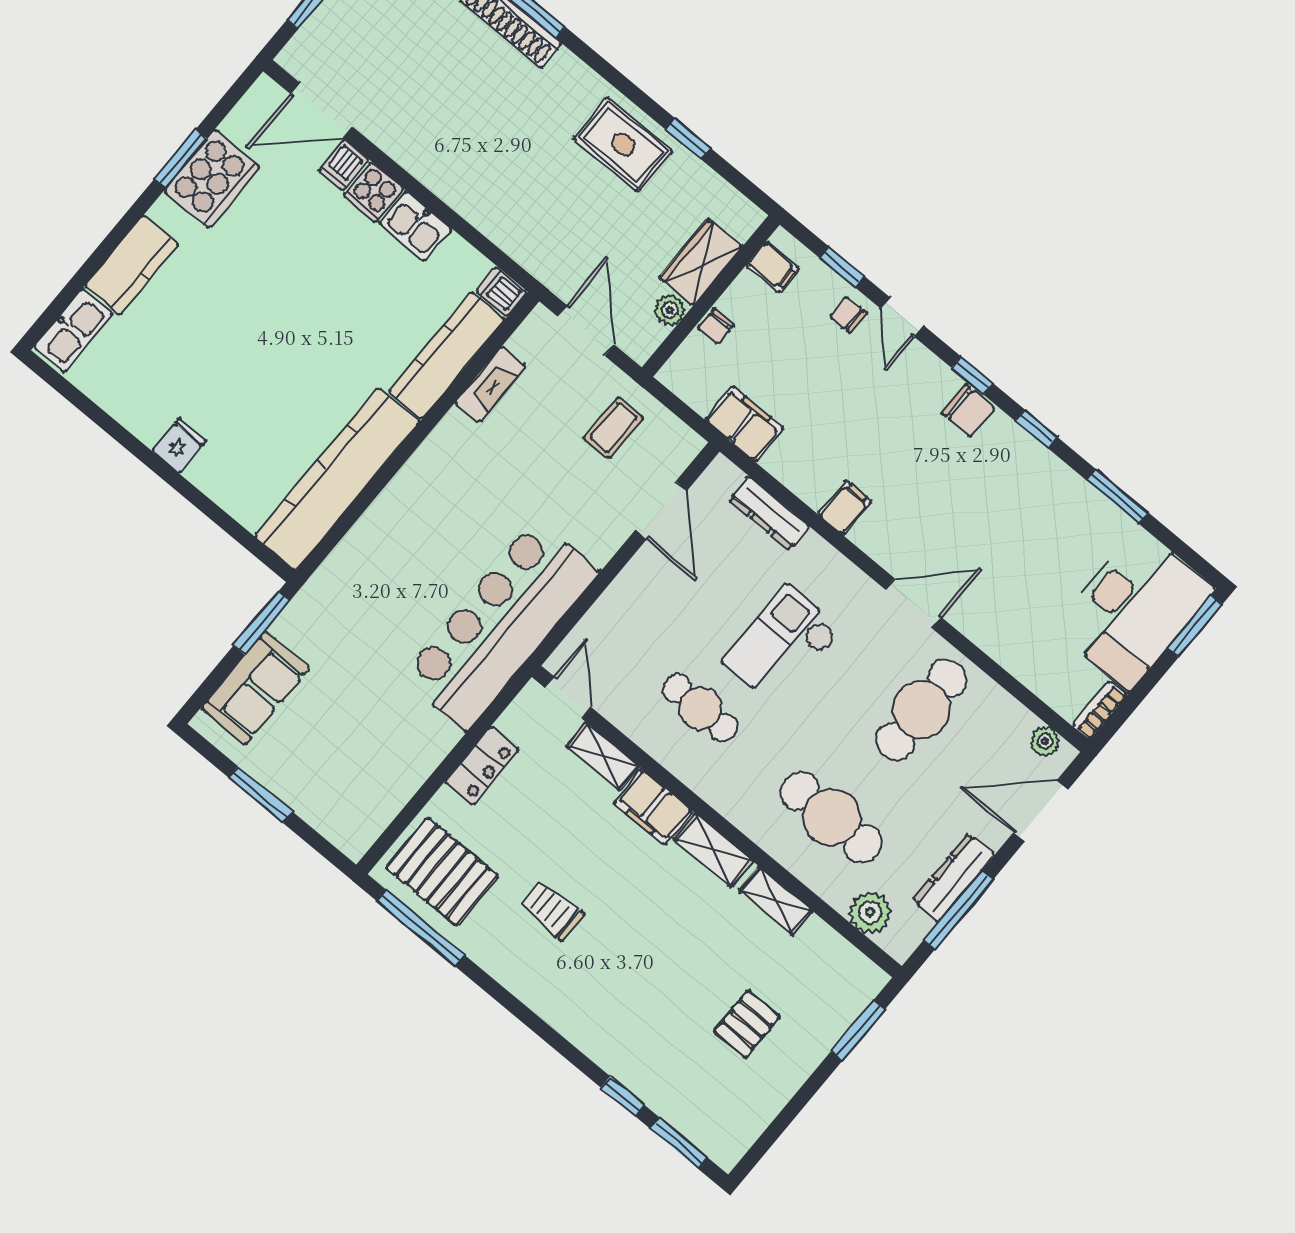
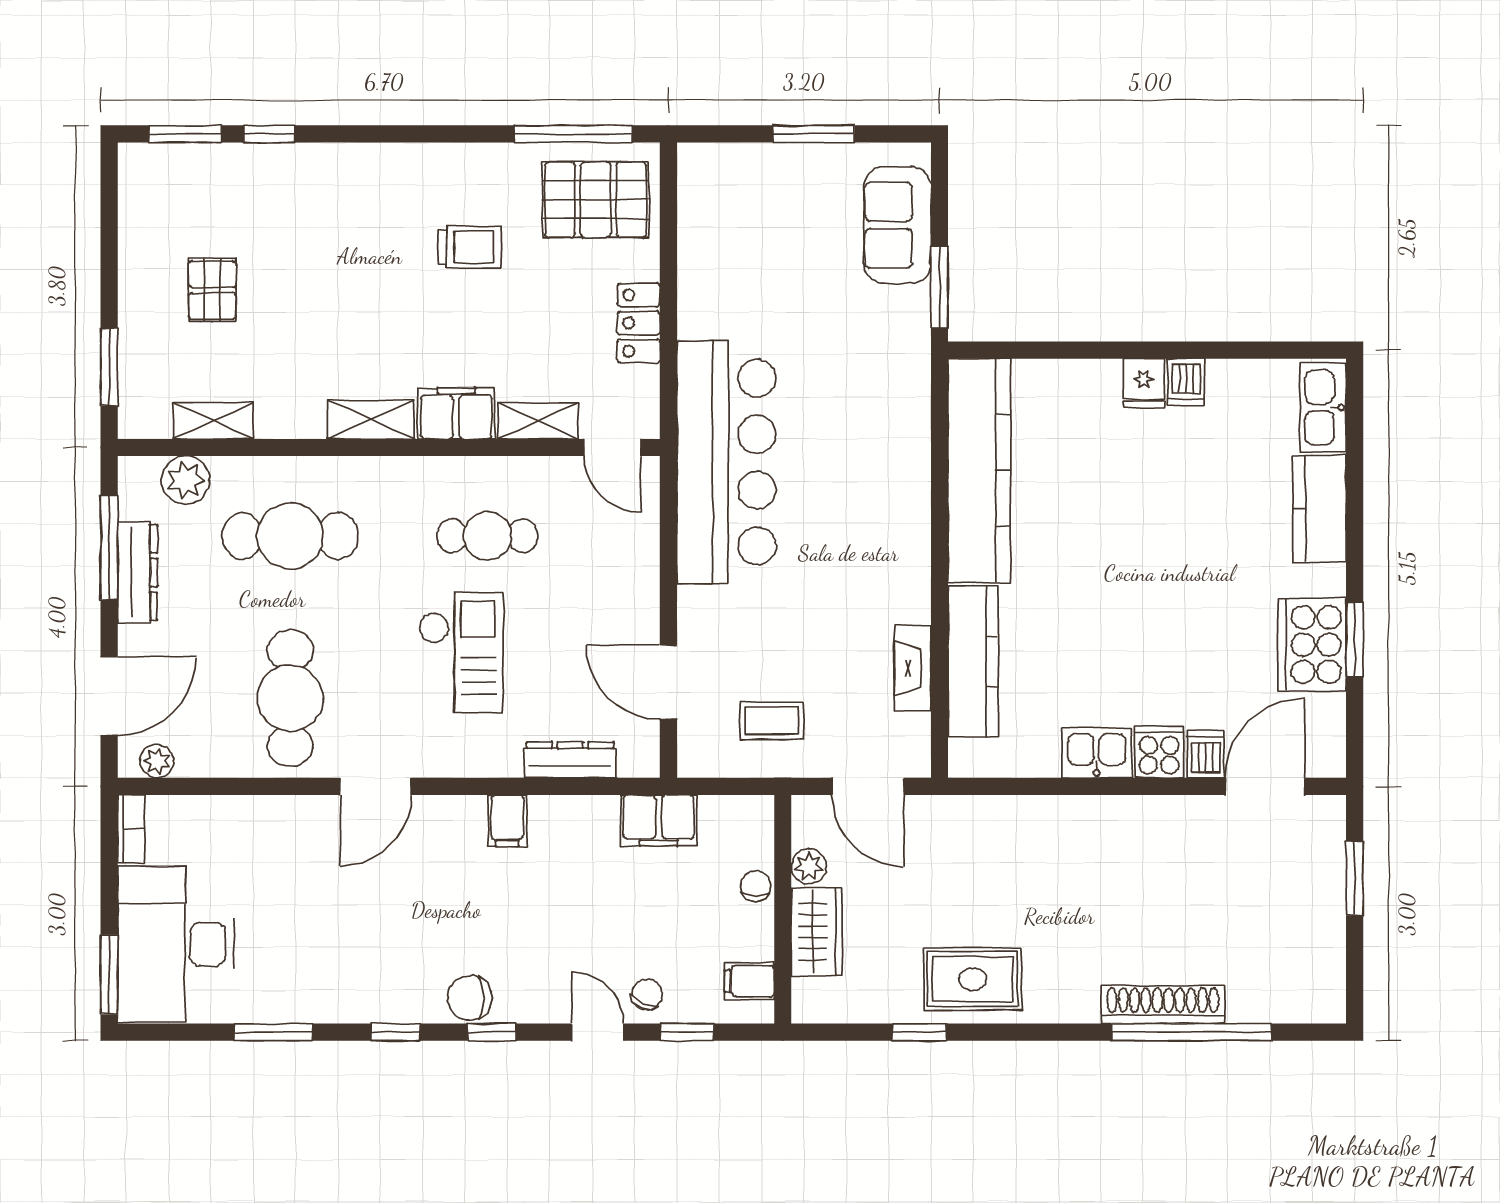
dishwasher: (502, 292) -> (1186, 382), moved, turned 90
chair: (848, 315) -> (647, 994), turned -67
coffee table: (613, 428) -> (772, 720), turned 90
shelving: (776, 901) -> (213, 421), moved

